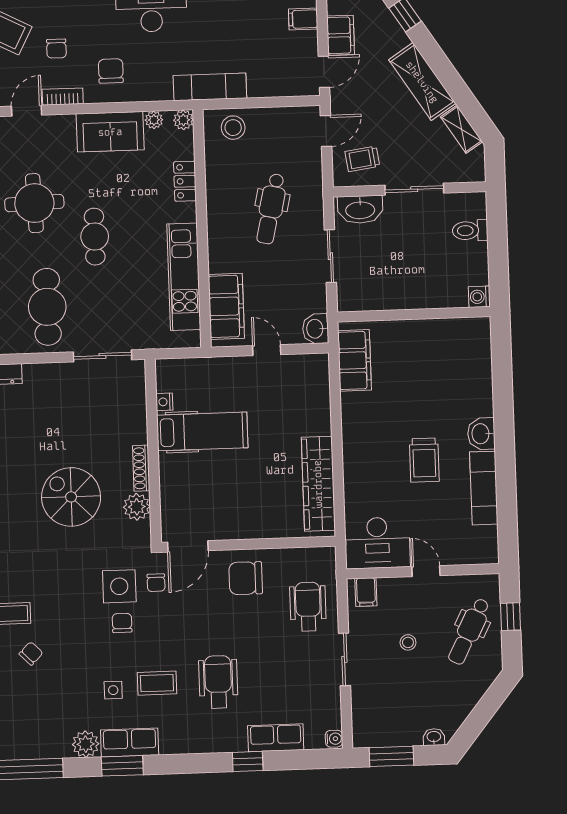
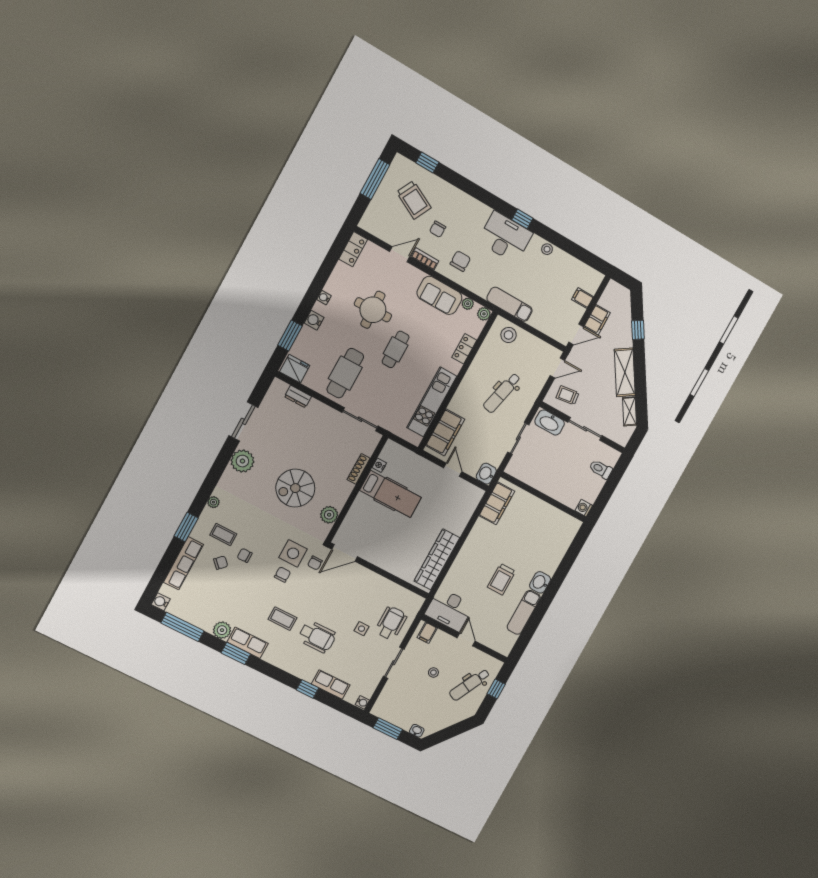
shoe rack: (141, 468) -> (359, 469), moved
spiral stairs: (71, 497) -> (295, 488), turned -90
chair: (246, 578) -> (245, 555), moved, width x0.54, depth x0.54
wheelchair: (218, 682) -> (317, 637), turned 90
side table: (113, 690) -> (362, 629), moved

